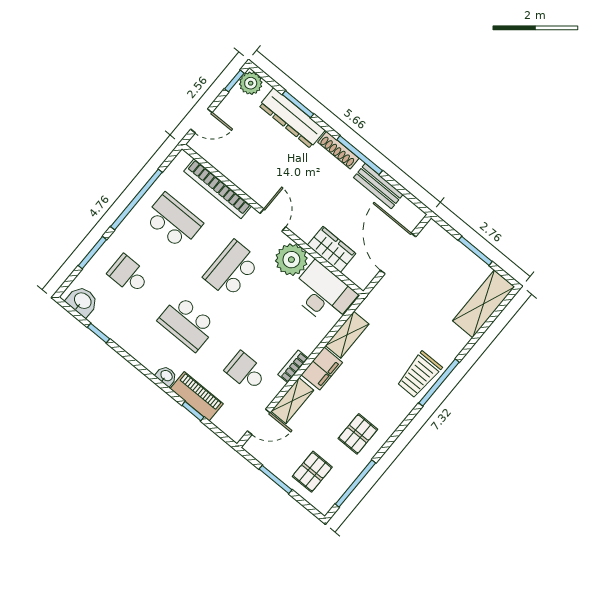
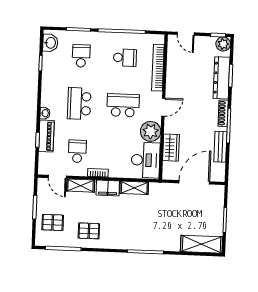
school desk: (173, 221) -> (125, 58), width x0.54
trolley: (419, 375) -> (142, 239), removed

